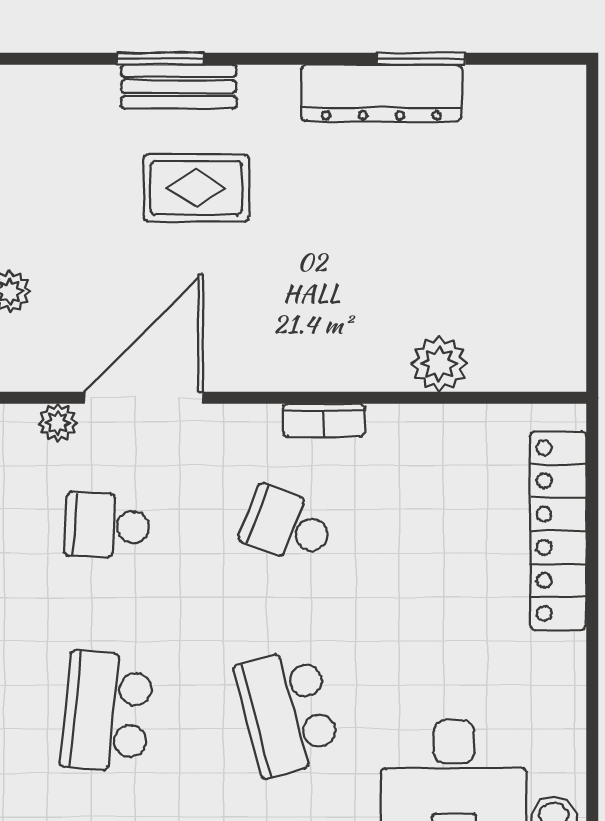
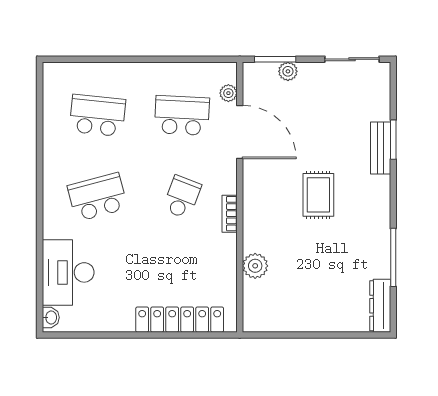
window: (421, 59) -> (393, 257), width x1.44
dresser: (381, 93) -> (380, 306), moved, width x0.73, depth x0.80
rug: (196, 188) -> (318, 195), moved
school desk: (107, 526) -> (182, 115), width x1.85

